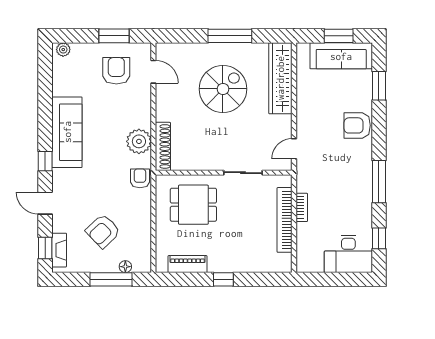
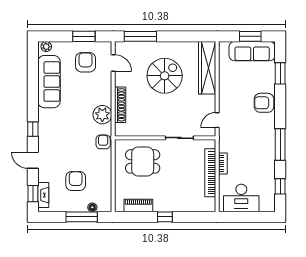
window: (230, 36) -> (140, 36), moved
sofa: (67, 132) -> (49, 82), moved
shoe rack: (163, 146) -> (120, 105), moved
armchair: (103, 231) -> (76, 181), turned 134
desk: (348, 254) -> (241, 198), moved

